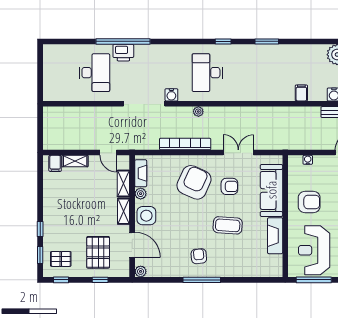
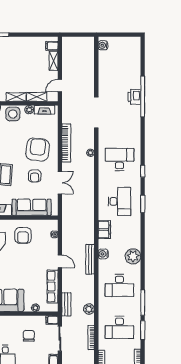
desk: (95, 73) -> (119, 201), moved, turned -90
filing cabinet: (301, 93) -> (104, 230), width x2.00
water cooler: (171, 95) -> (103, 45), moved
armchair: (194, 182) -> (38, 150), turned -108

